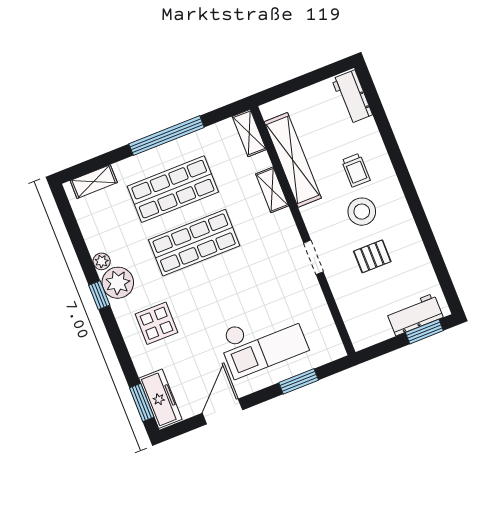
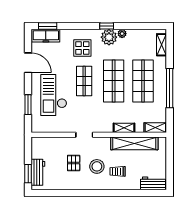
shop shelf: (215, 296) -> (84, 81), added

